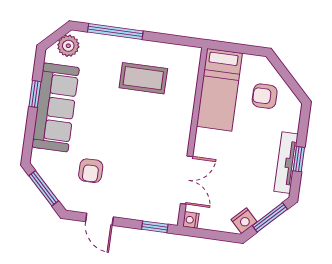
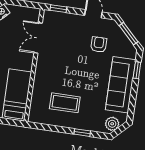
window: (115, 31) -> (82, 133), width x0.46
window: (35, 94) -> (137, 70), moved
nightstand: (191, 220) -> (36, 13), removed

